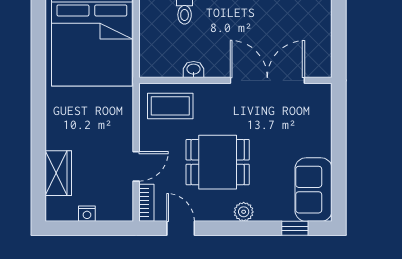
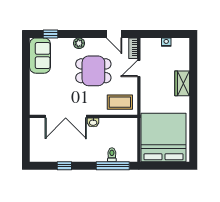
washbasin: (194, 69) -> (93, 122), moved
wardrobe: (58, 173) -> (182, 83), moved

